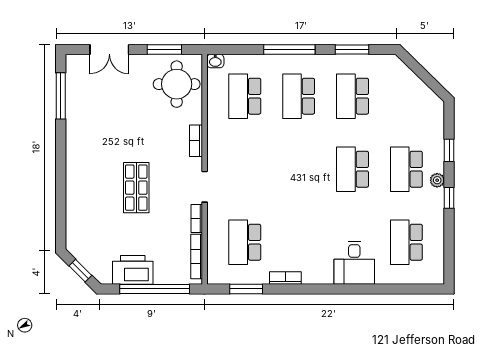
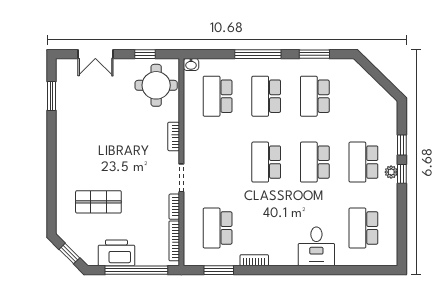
window: (164, 50) -> (145, 54), width x0.67
window: (61, 96) -> (51, 96), width x0.69
school desk: (299, 169) -> (266, 162), added
shop shelf: (136, 188) -> (98, 202), moved, turned 90
window: (449, 198) -> (402, 174), moved

